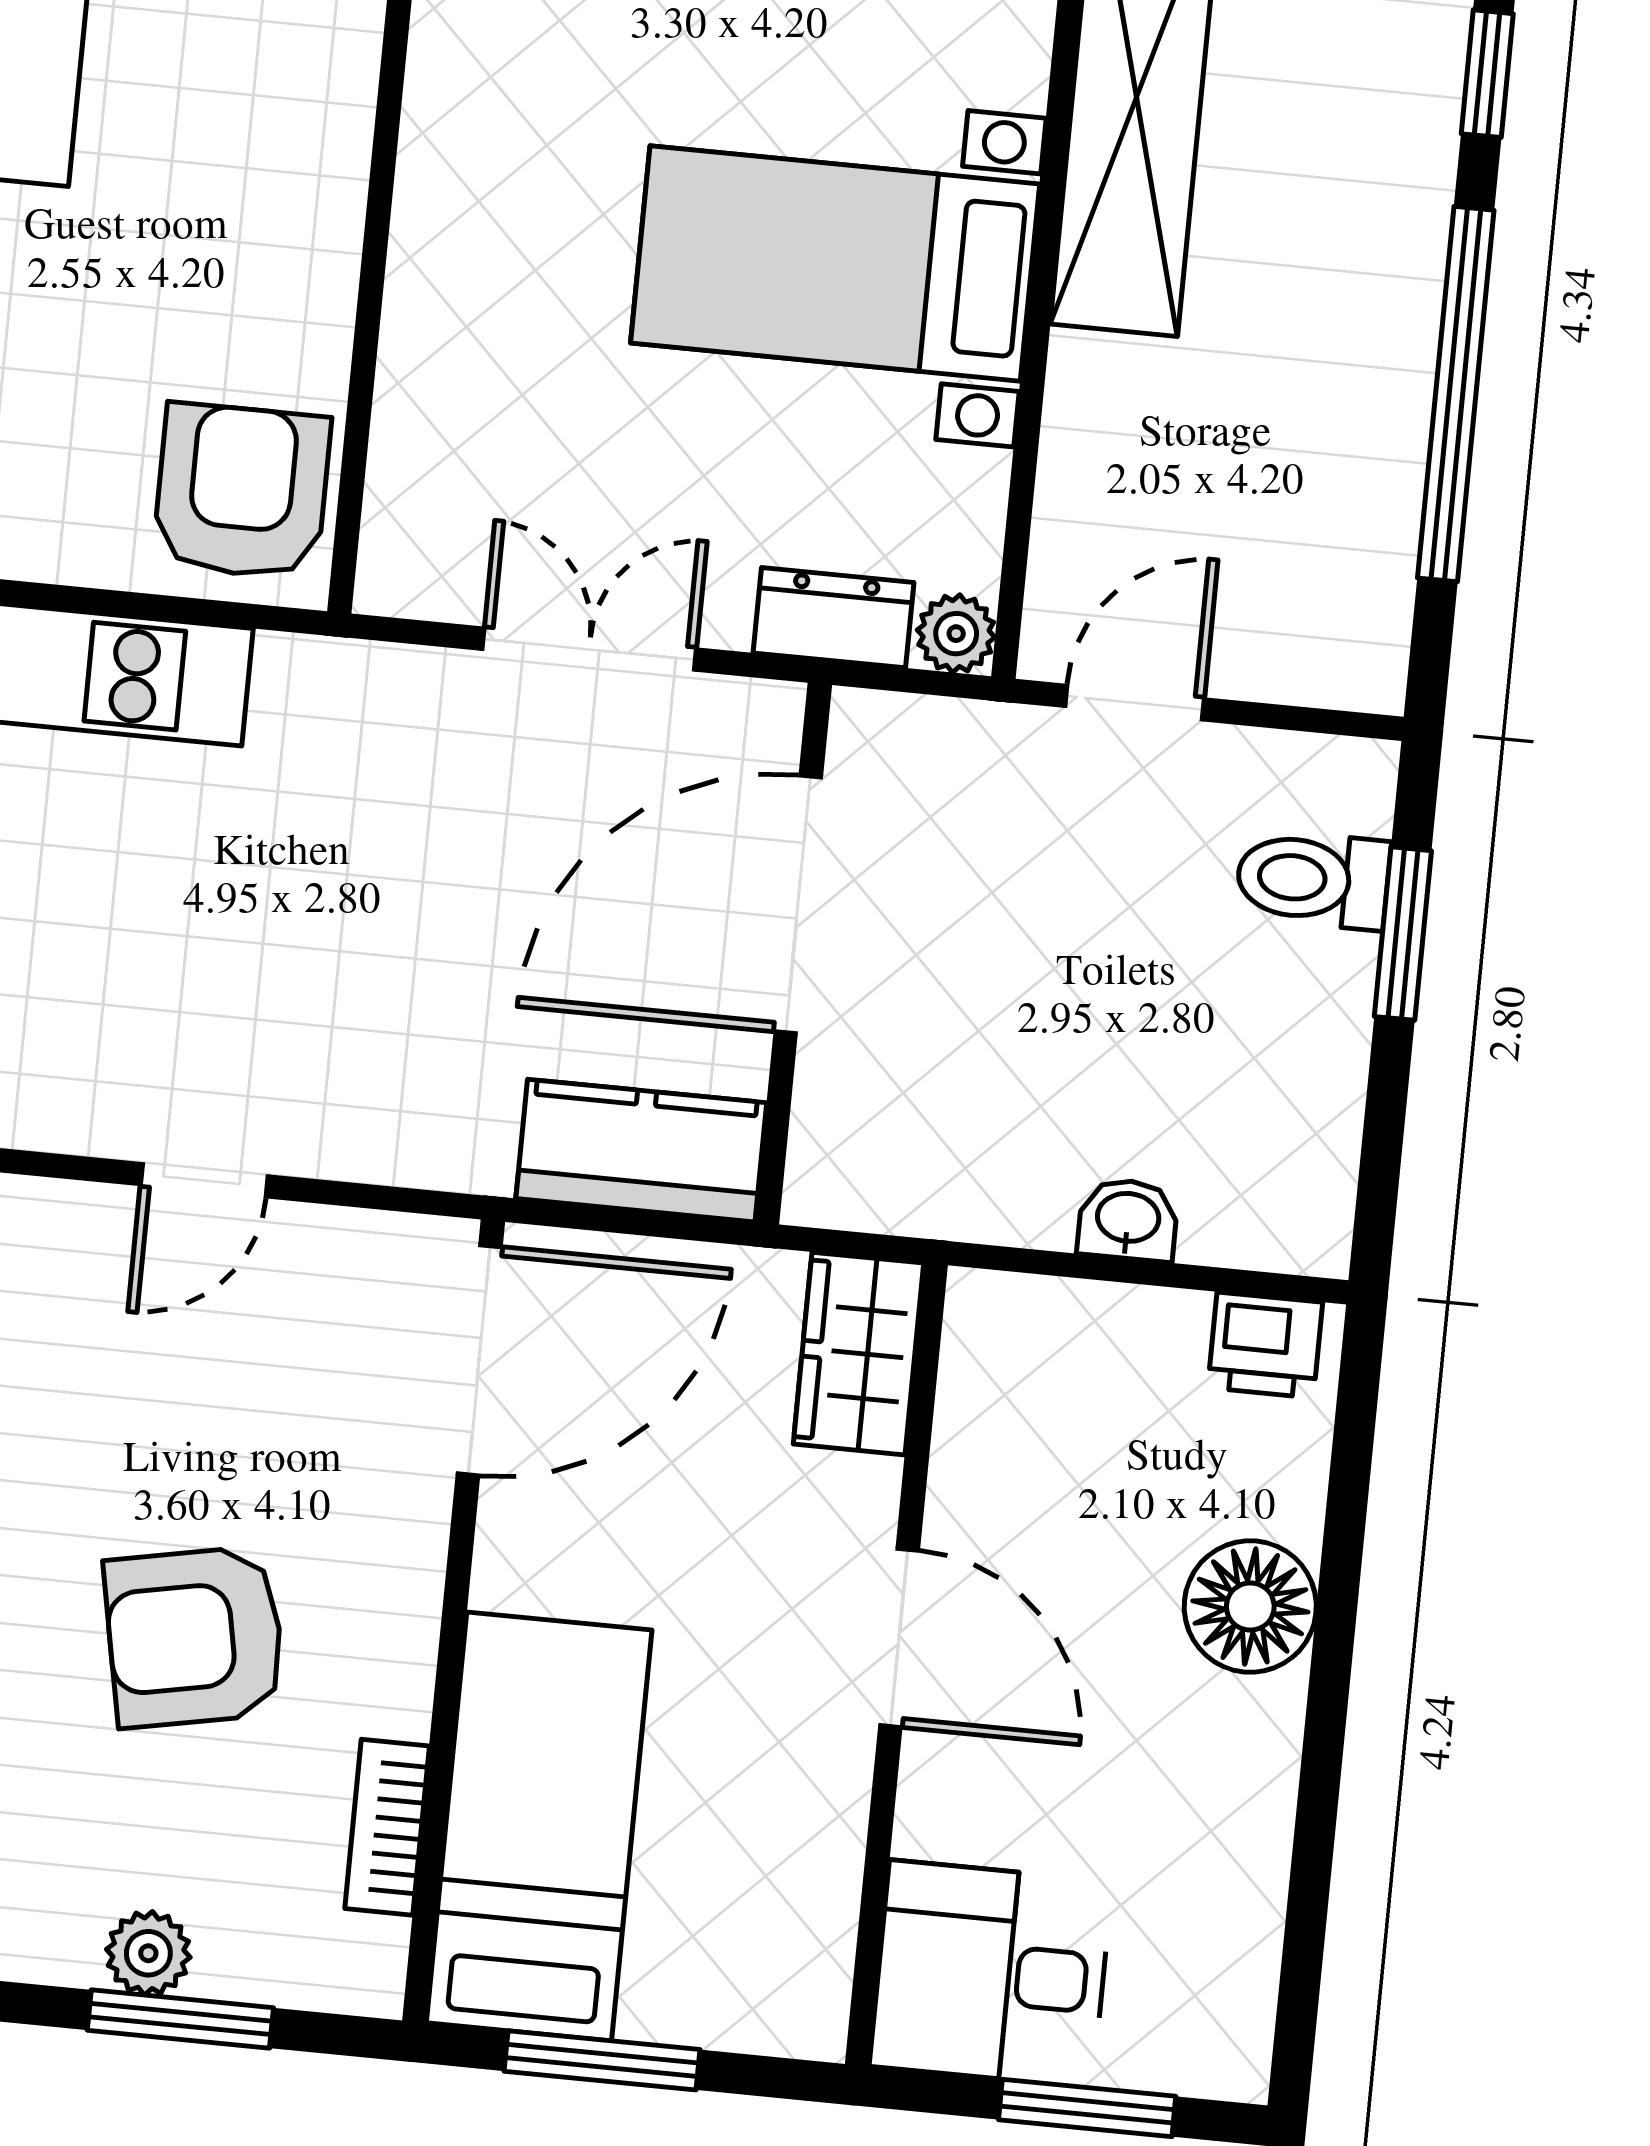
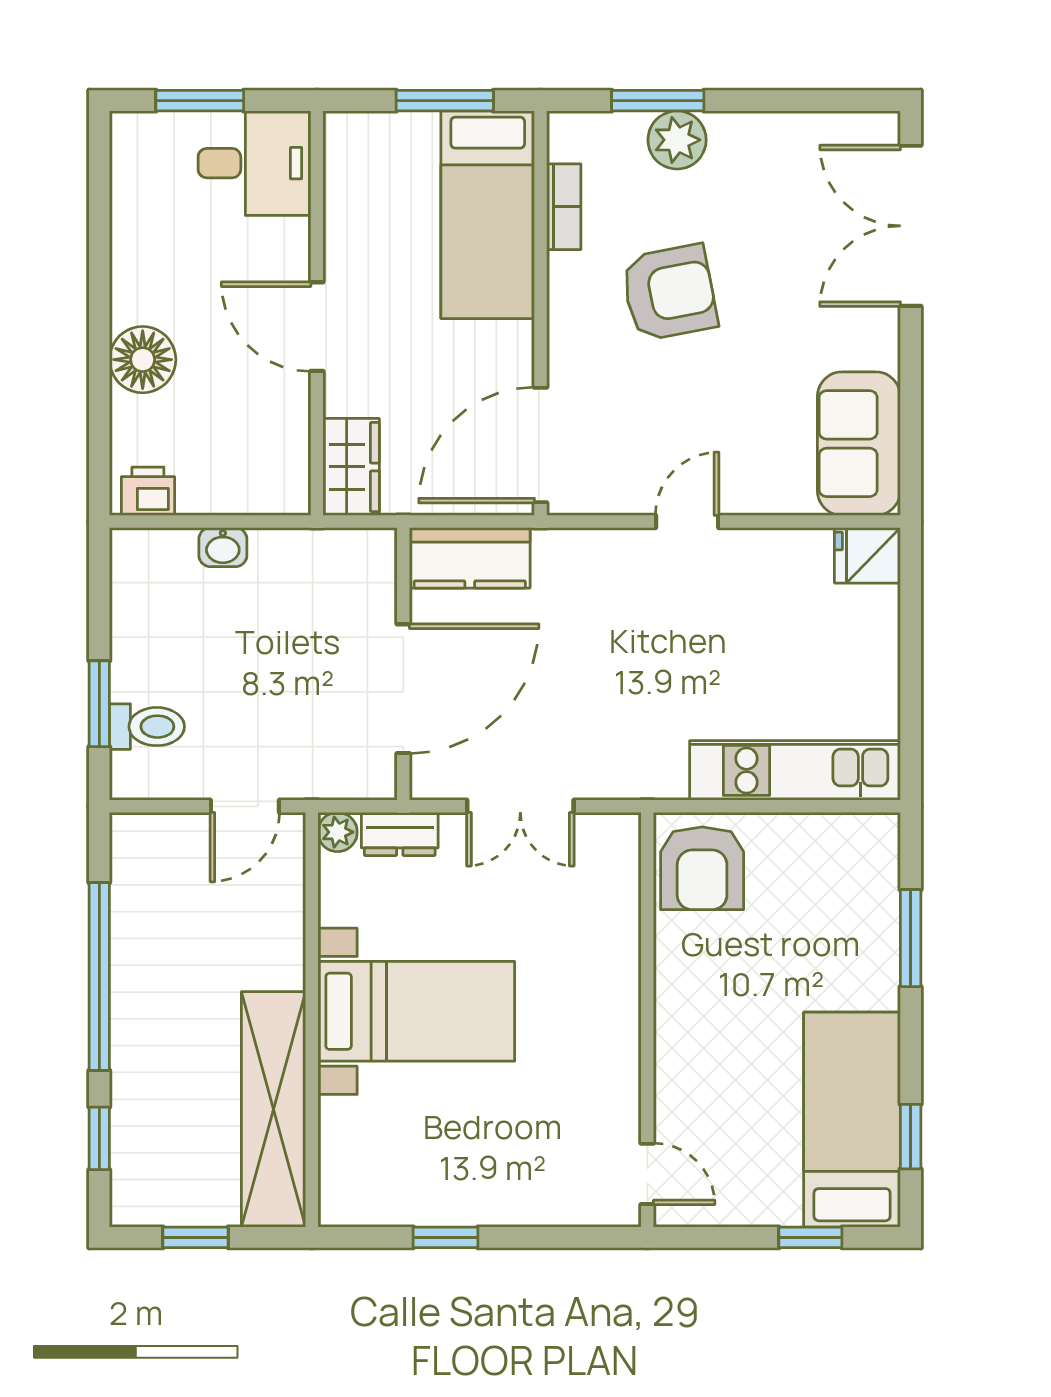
plant: (148, 1953) -> (677, 140), width x1.38, depth x1.38

